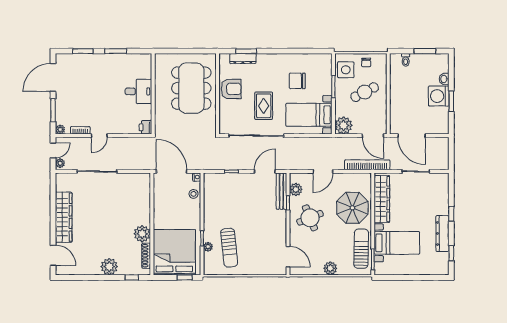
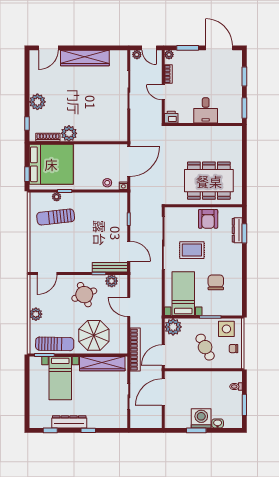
desk: (138, 91) -> (206, 110), moved
wall: (153, 94) -> (203, 124), moved
printer: (145, 127) -> (171, 117), moved

